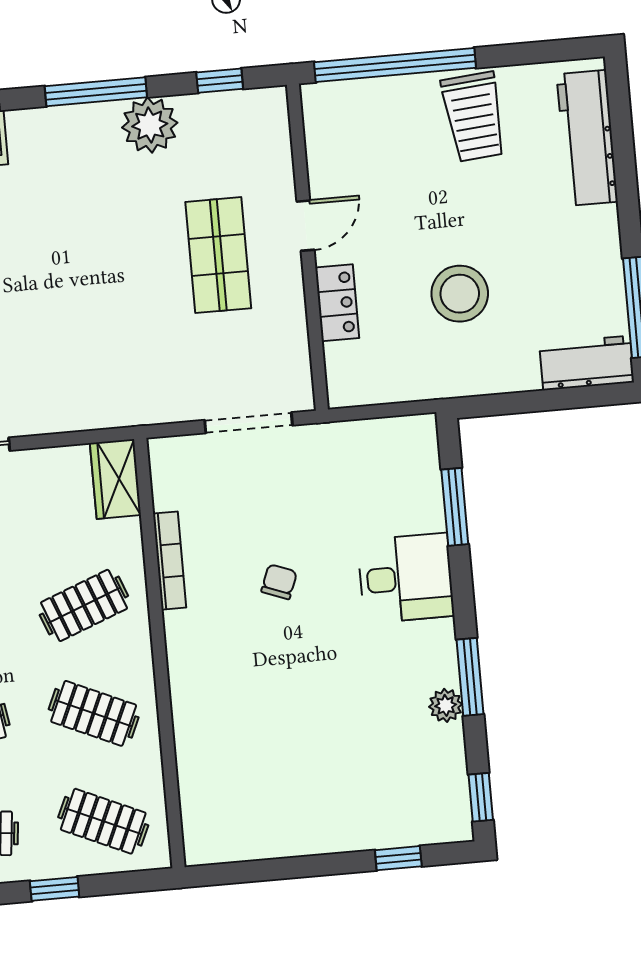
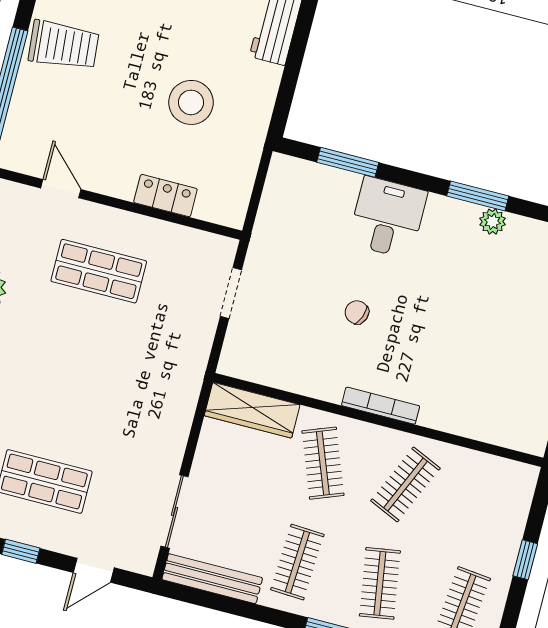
door: (305, 226) -> (61, 189), moved
doorway: (249, 423) -> (231, 293), width x0.73
wardrobe: (115, 479) -> (252, 410), width x1.50
bookcase: (169, 561) -> (381, 406), moved
clothes rail: (103, 821) -> (488, 506), removed

